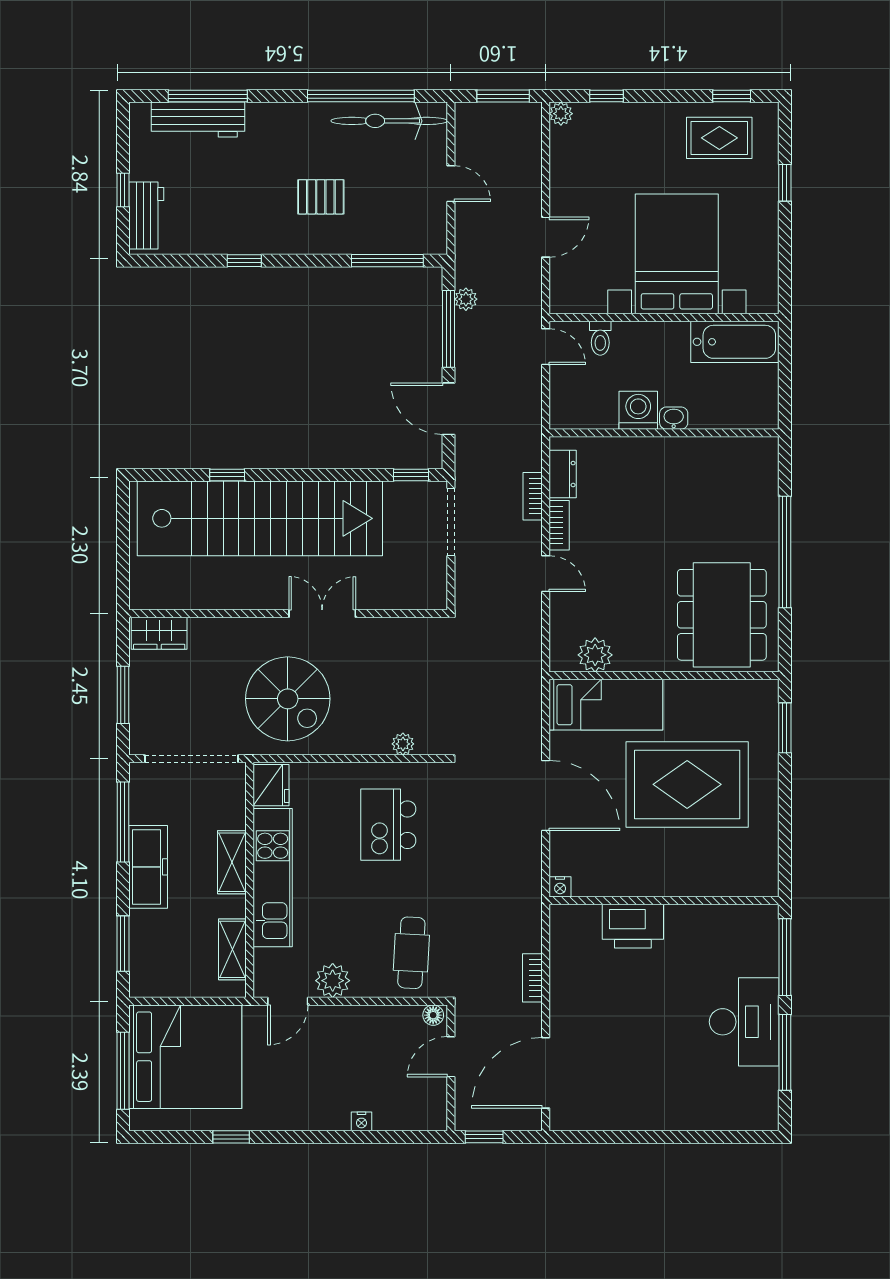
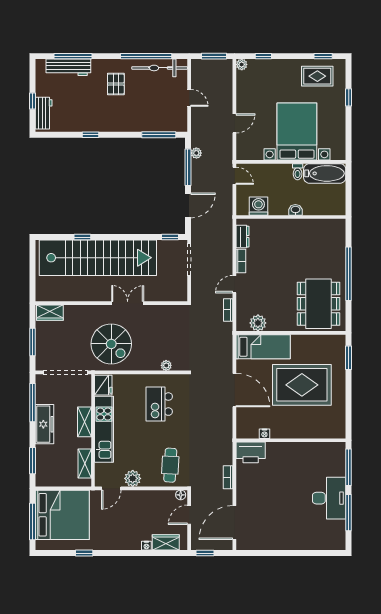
pallet: (321, 197) -> (116, 84), moved, turned 90
toilet: (600, 338) -> (298, 172), moved
door: (449, 409) -> (188, 205), swing flipped
washing machine: (638, 410) -> (258, 206), moved
bookcase: (533, 496) -> (228, 310), moved
door: (546, 574) -> (234, 284), swing flipped
nightstand: (560, 887) -> (264, 434), moved
printer: (633, 926) -> (251, 452), moved
wardrobe: (402, 1115) -> (166, 542), added

